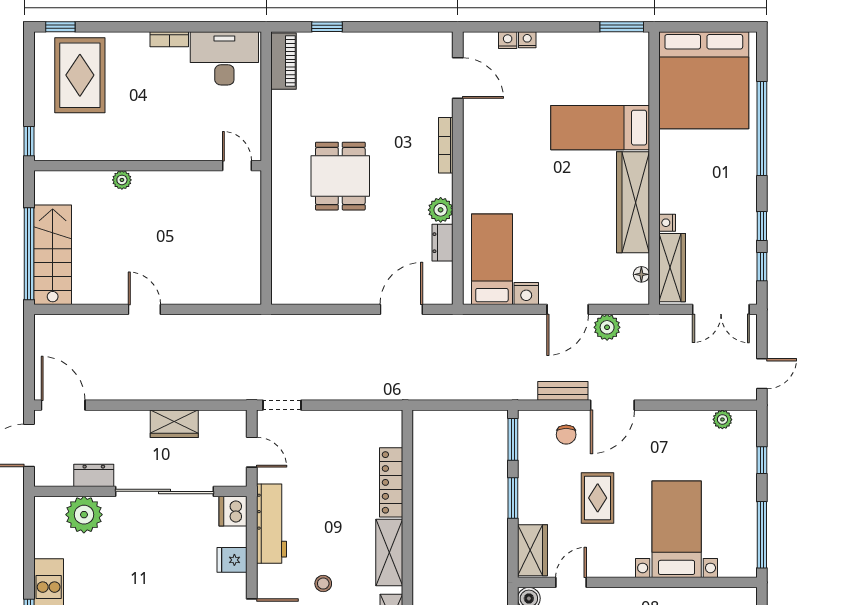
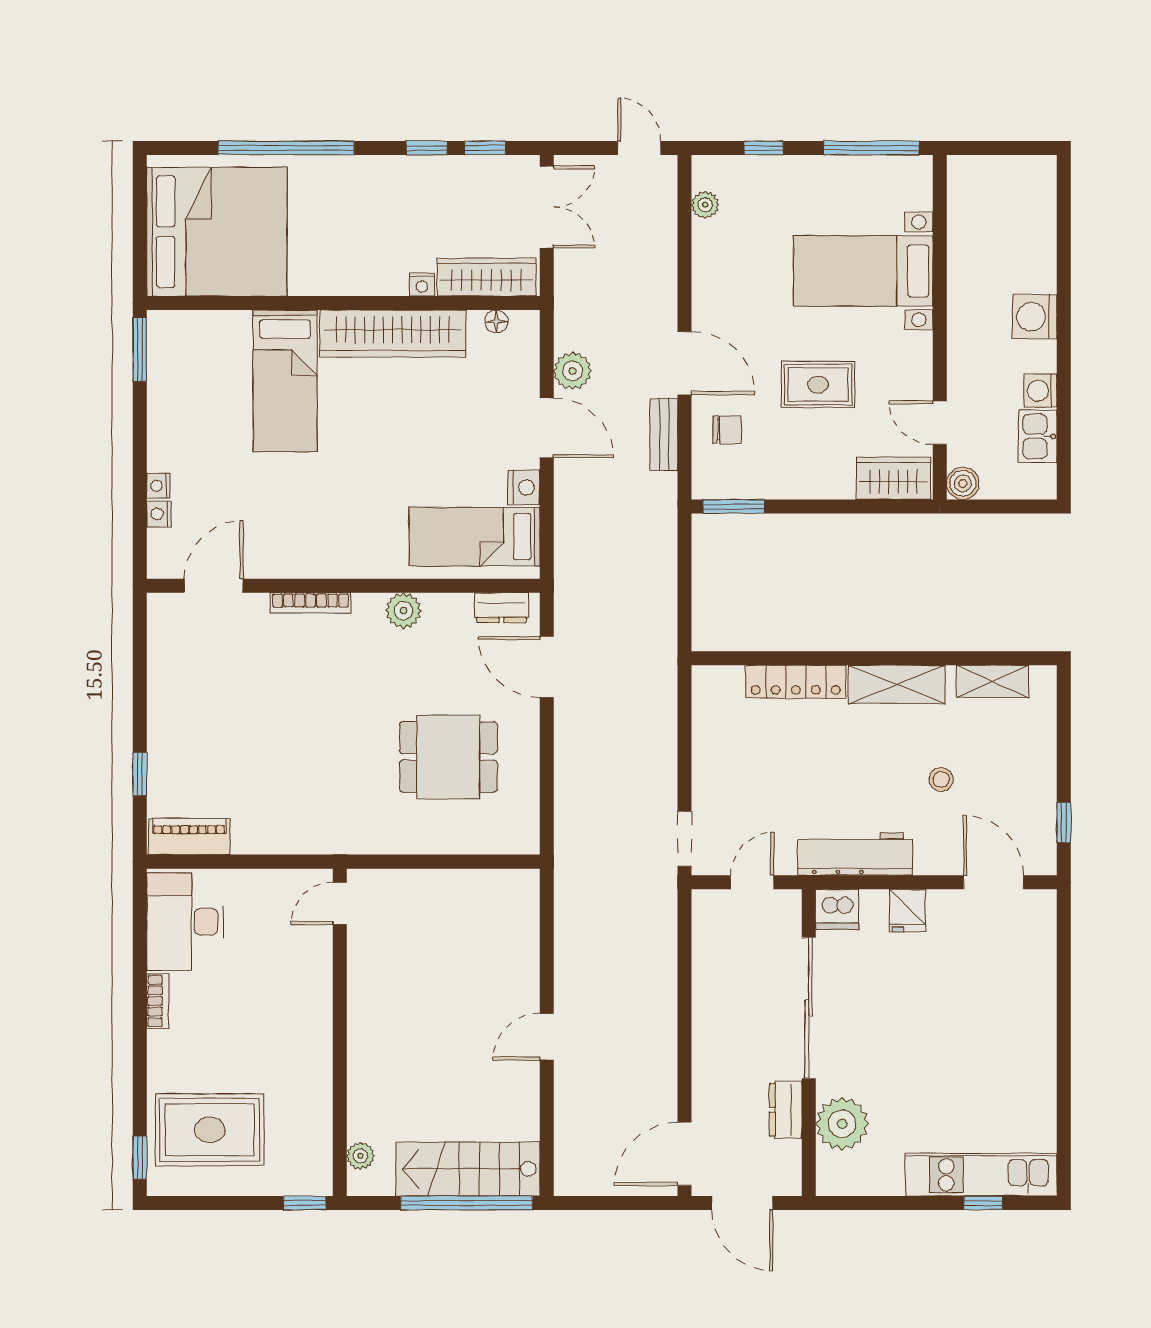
dining table: (340, 176) -> (448, 757), moved
plant: (122, 180) -> (360, 1156), moved
dresser: (443, 243) -> (501, 608), moved
wardrobe: (174, 424) -> (711, 994), removed
window: (513, 498) -> (818, 507), removed

